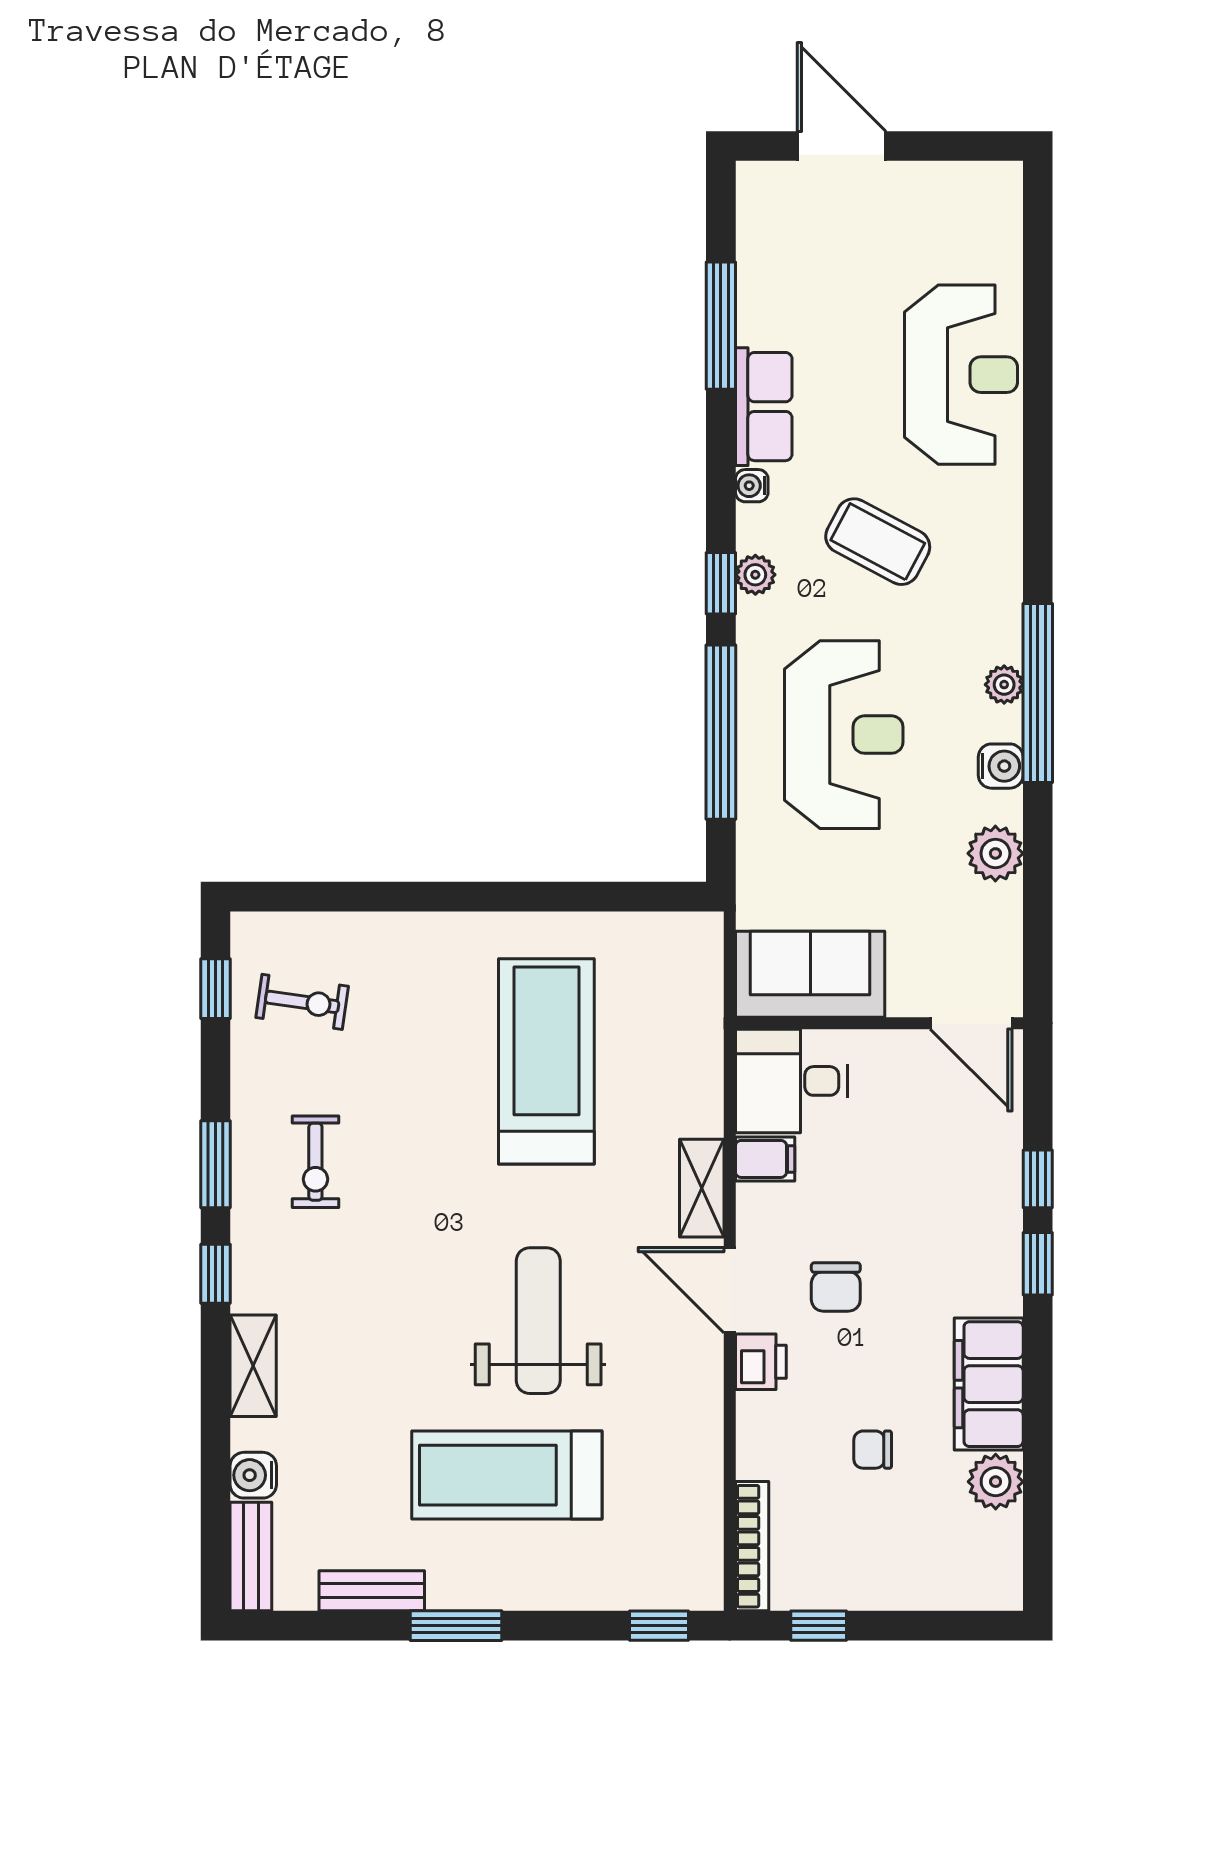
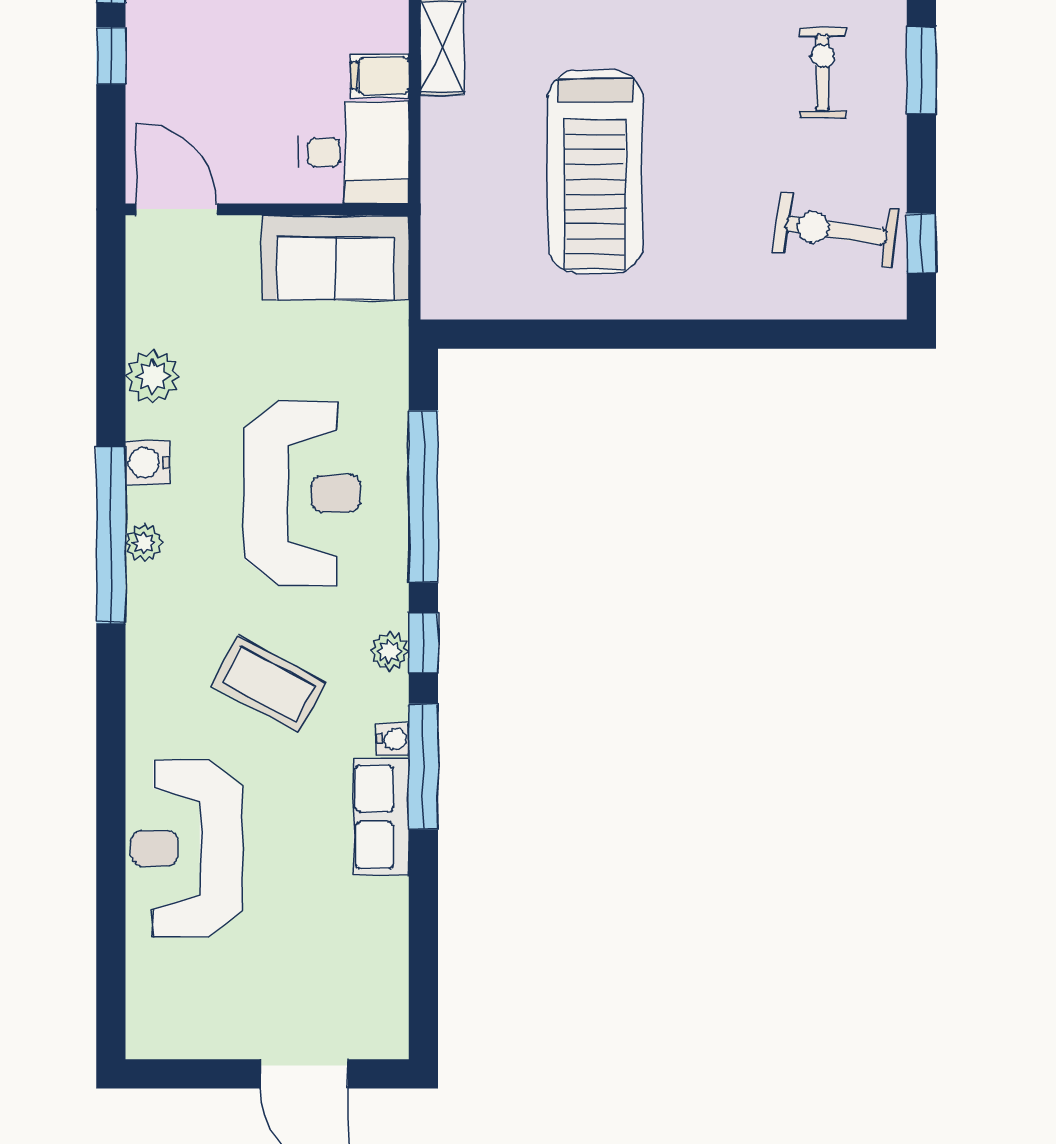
window: (721, 326) -> (423, 766), moved
reception desk: (844, 735) -> (302, 494), turned 180
exercise bike: (302, 1002) -> (836, 230), width x1.38, depth x1.39

